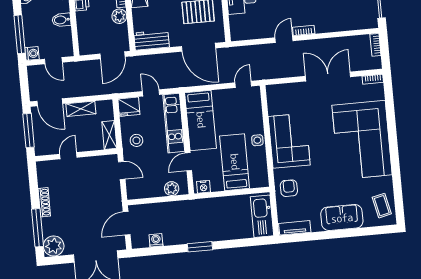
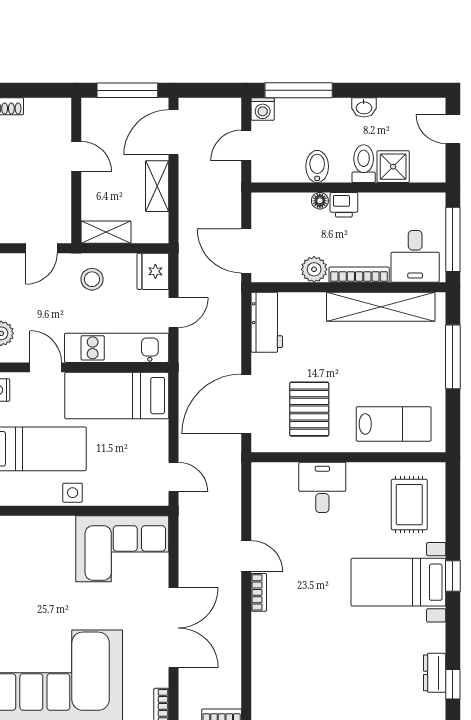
floor lamp: (81, 17) -> (320, 201), added
corner sofa: (289, 141) -> (122, 549), moved

